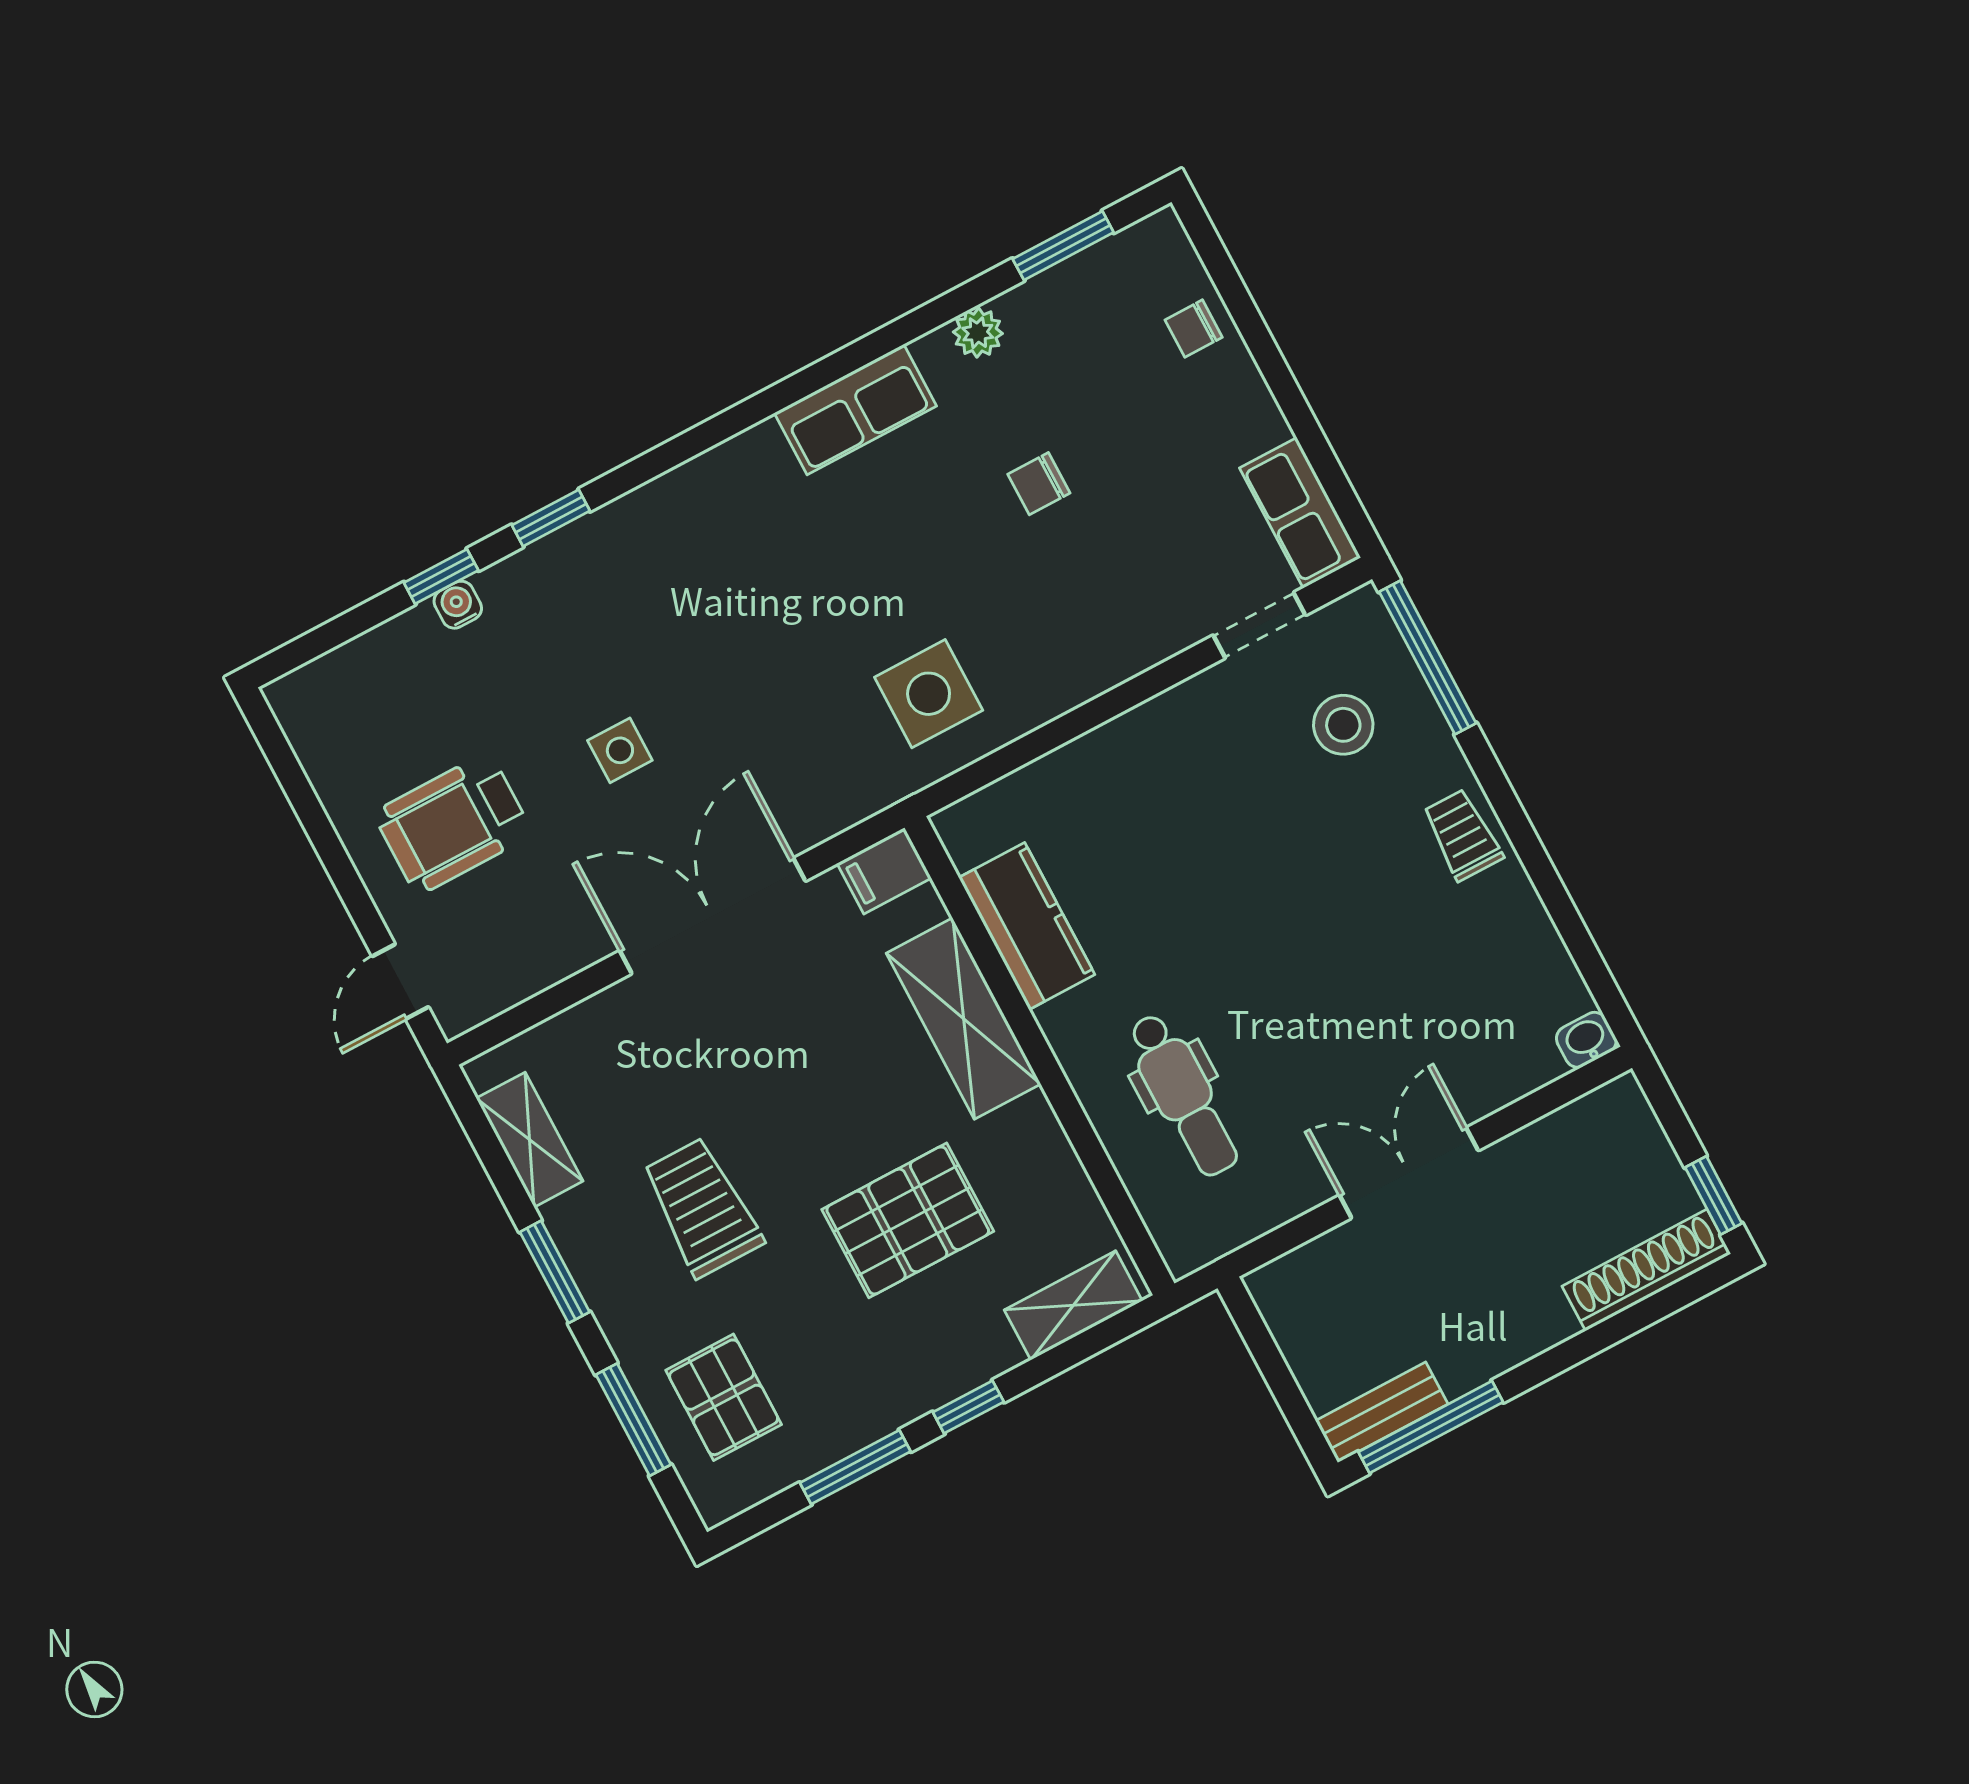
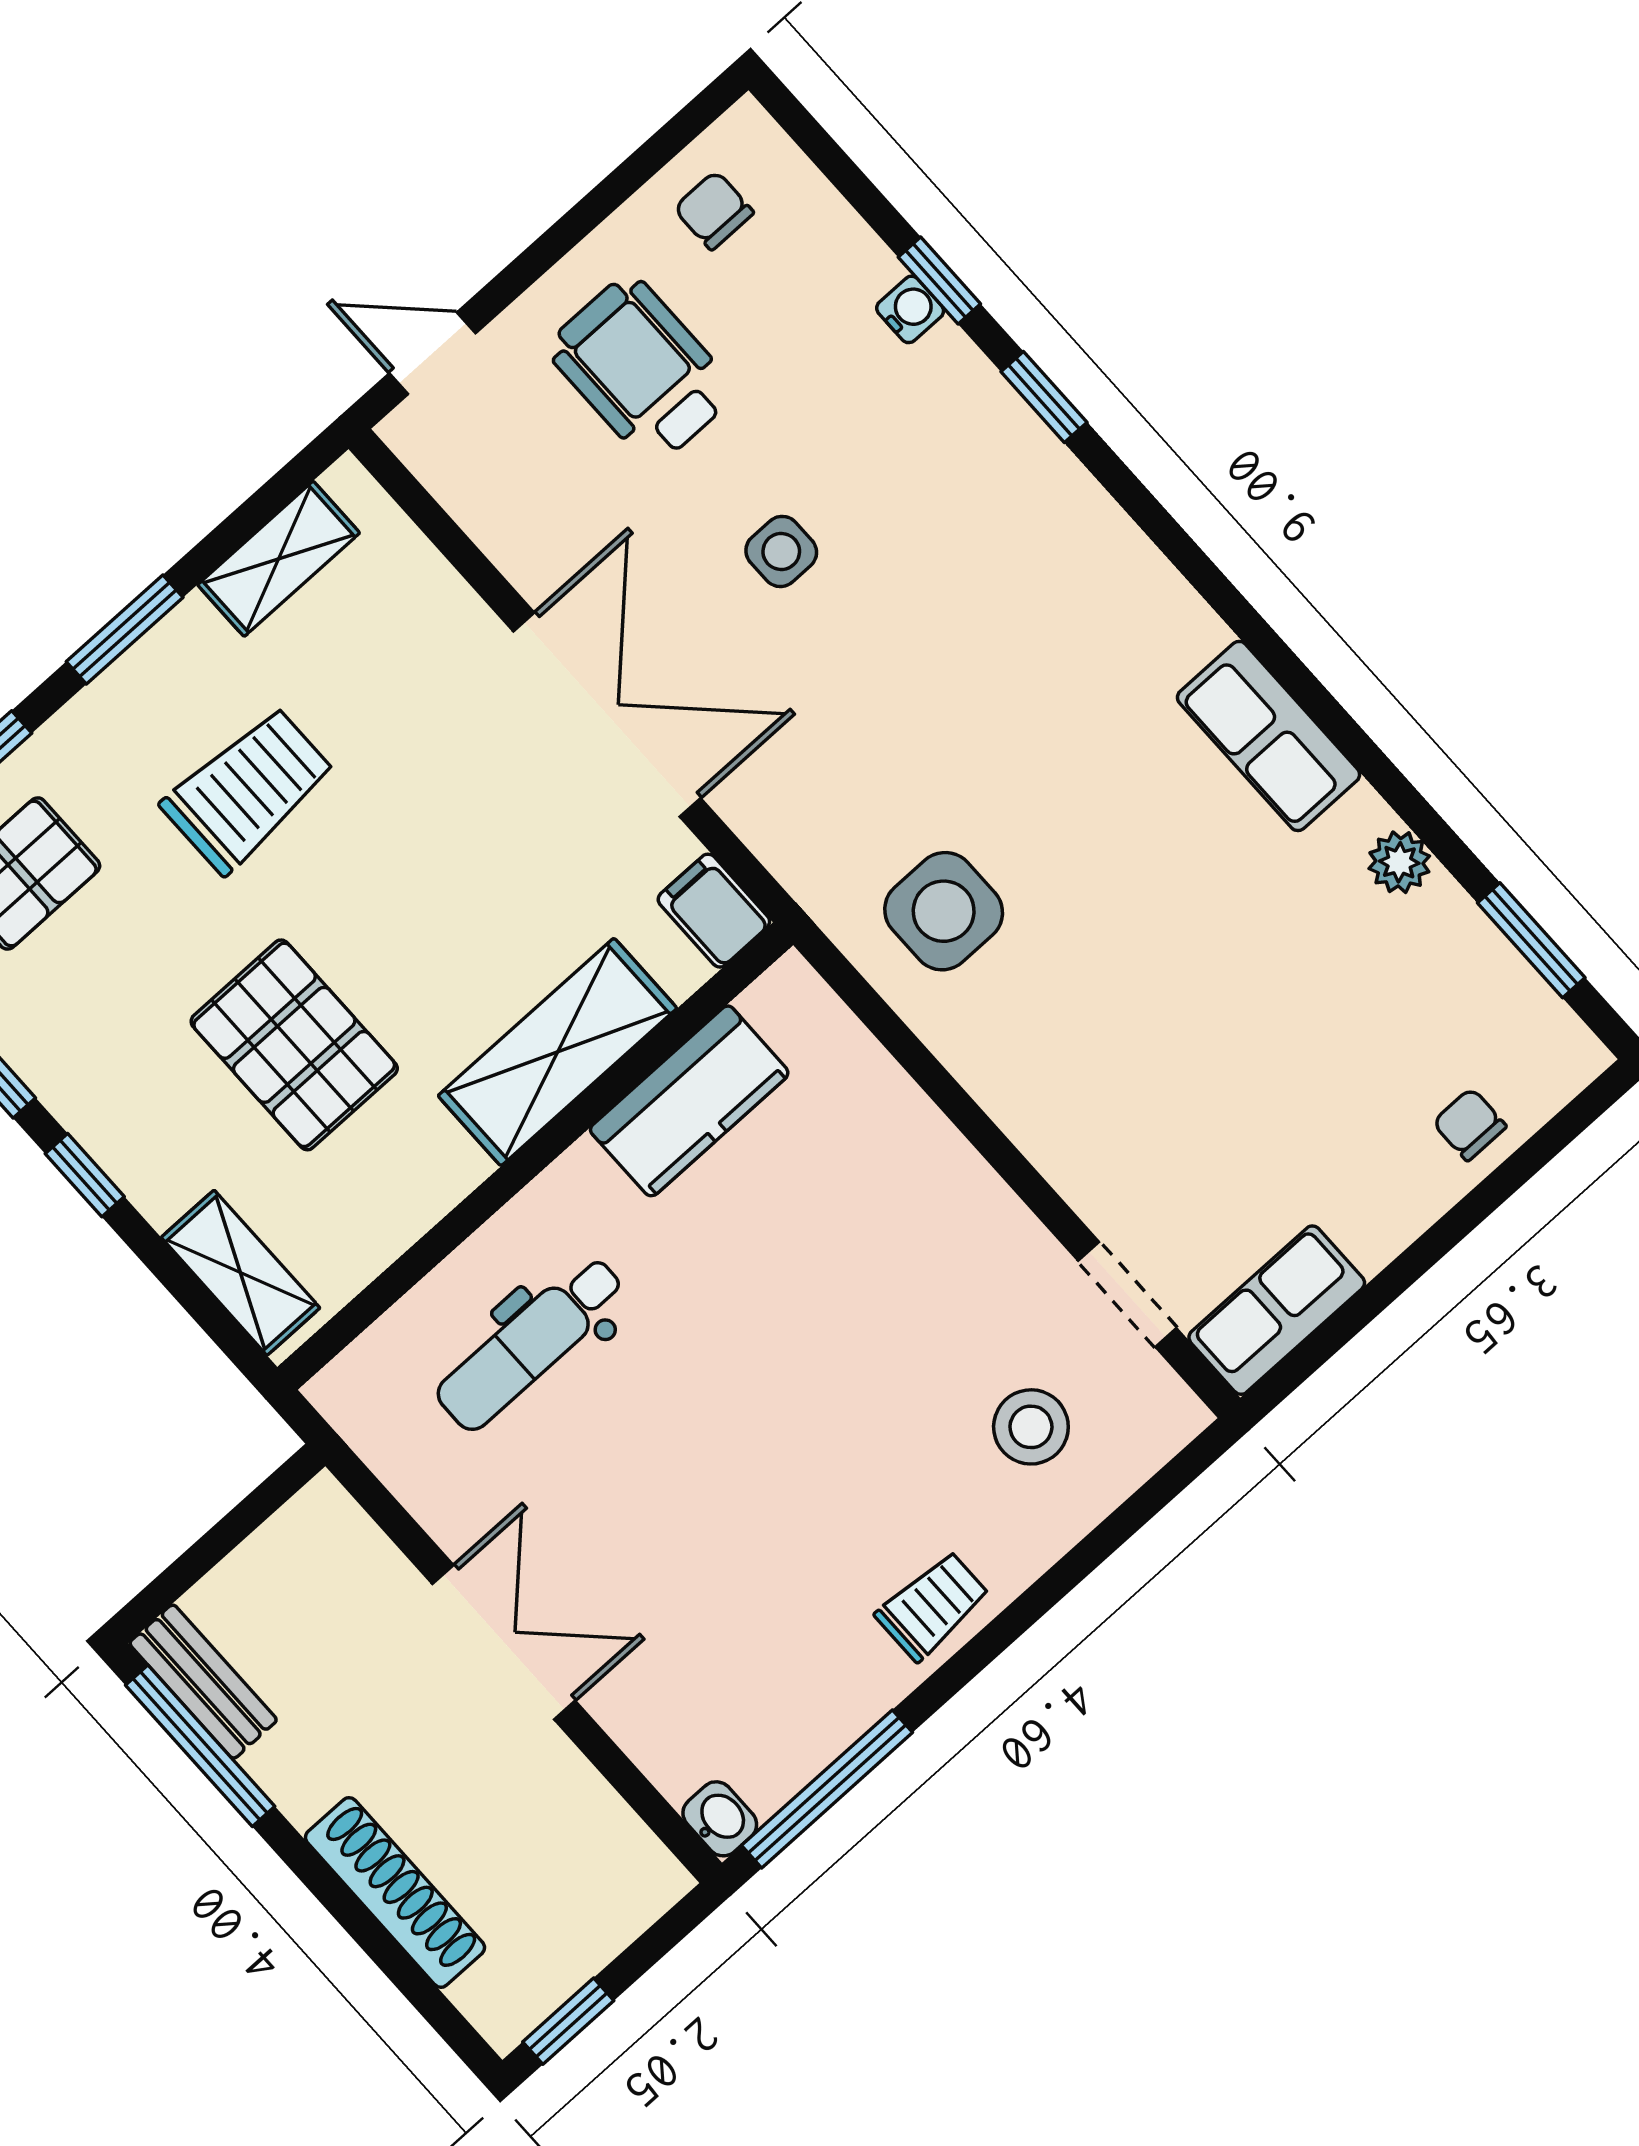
chair: (1039, 484) -> (714, 210), moved
window: (1428, 657) -> (827, 1789), moved
shoe rack: (1646, 1270) -> (395, 1893), moved

